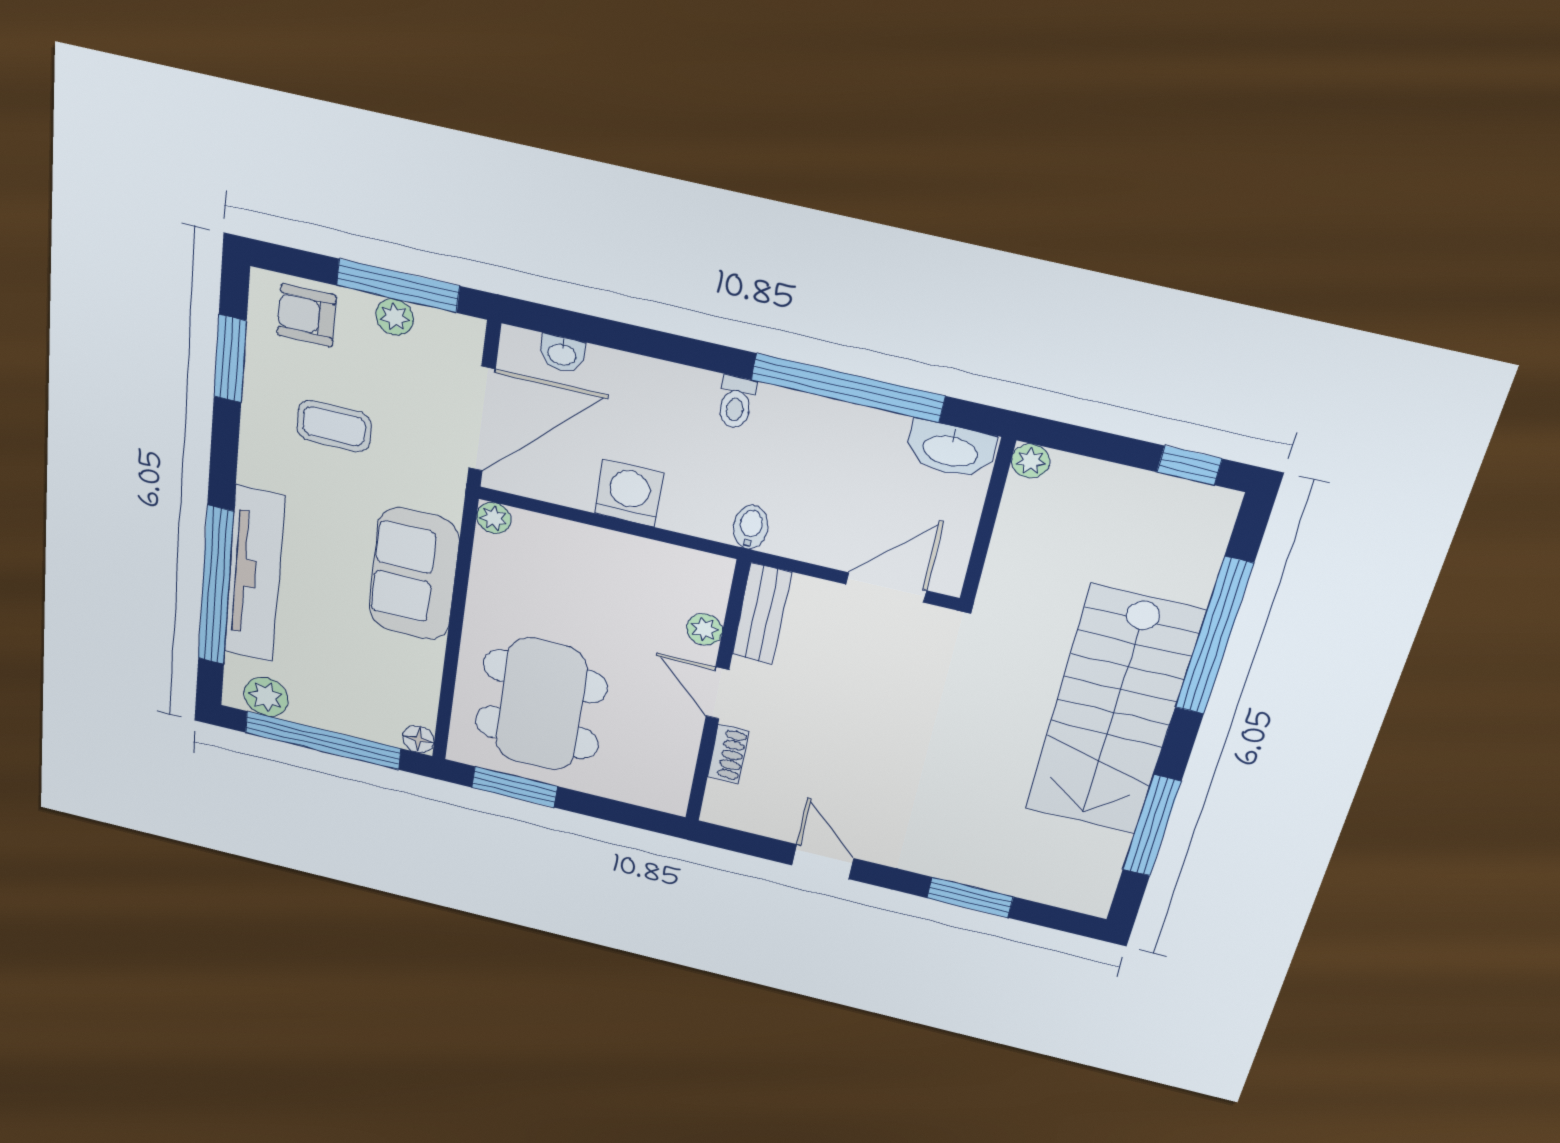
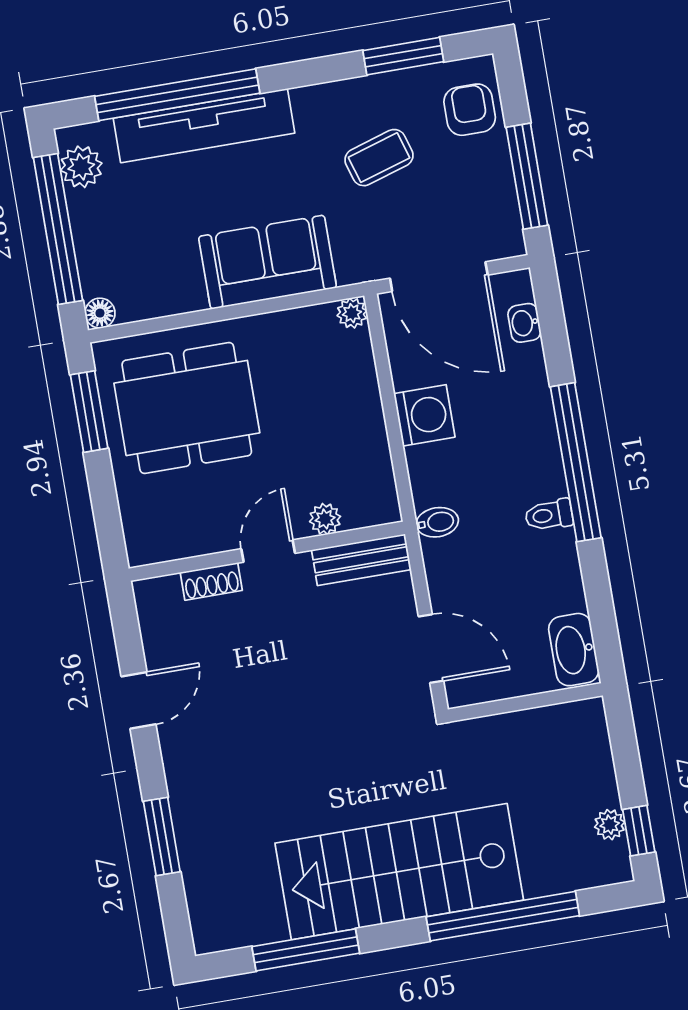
plant: (395, 317) -> (499, 181), removed
window: (848, 388) -> (576, 462), moved
toilet: (736, 402) -> (549, 515), moved
coffee table: (334, 426) -> (379, 158), turned 73
plant: (1031, 461) -> (610, 825), moved

